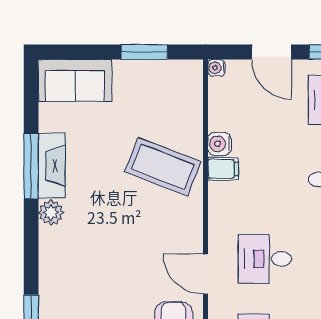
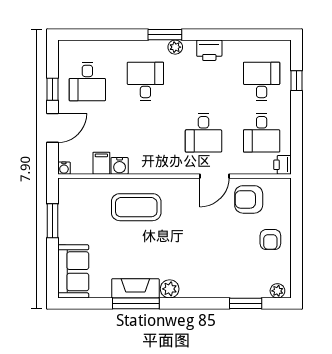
coffee table: (163, 167) -> (136, 207), turned 69
filing cabinet: (223, 169) -> (101, 163), moved

